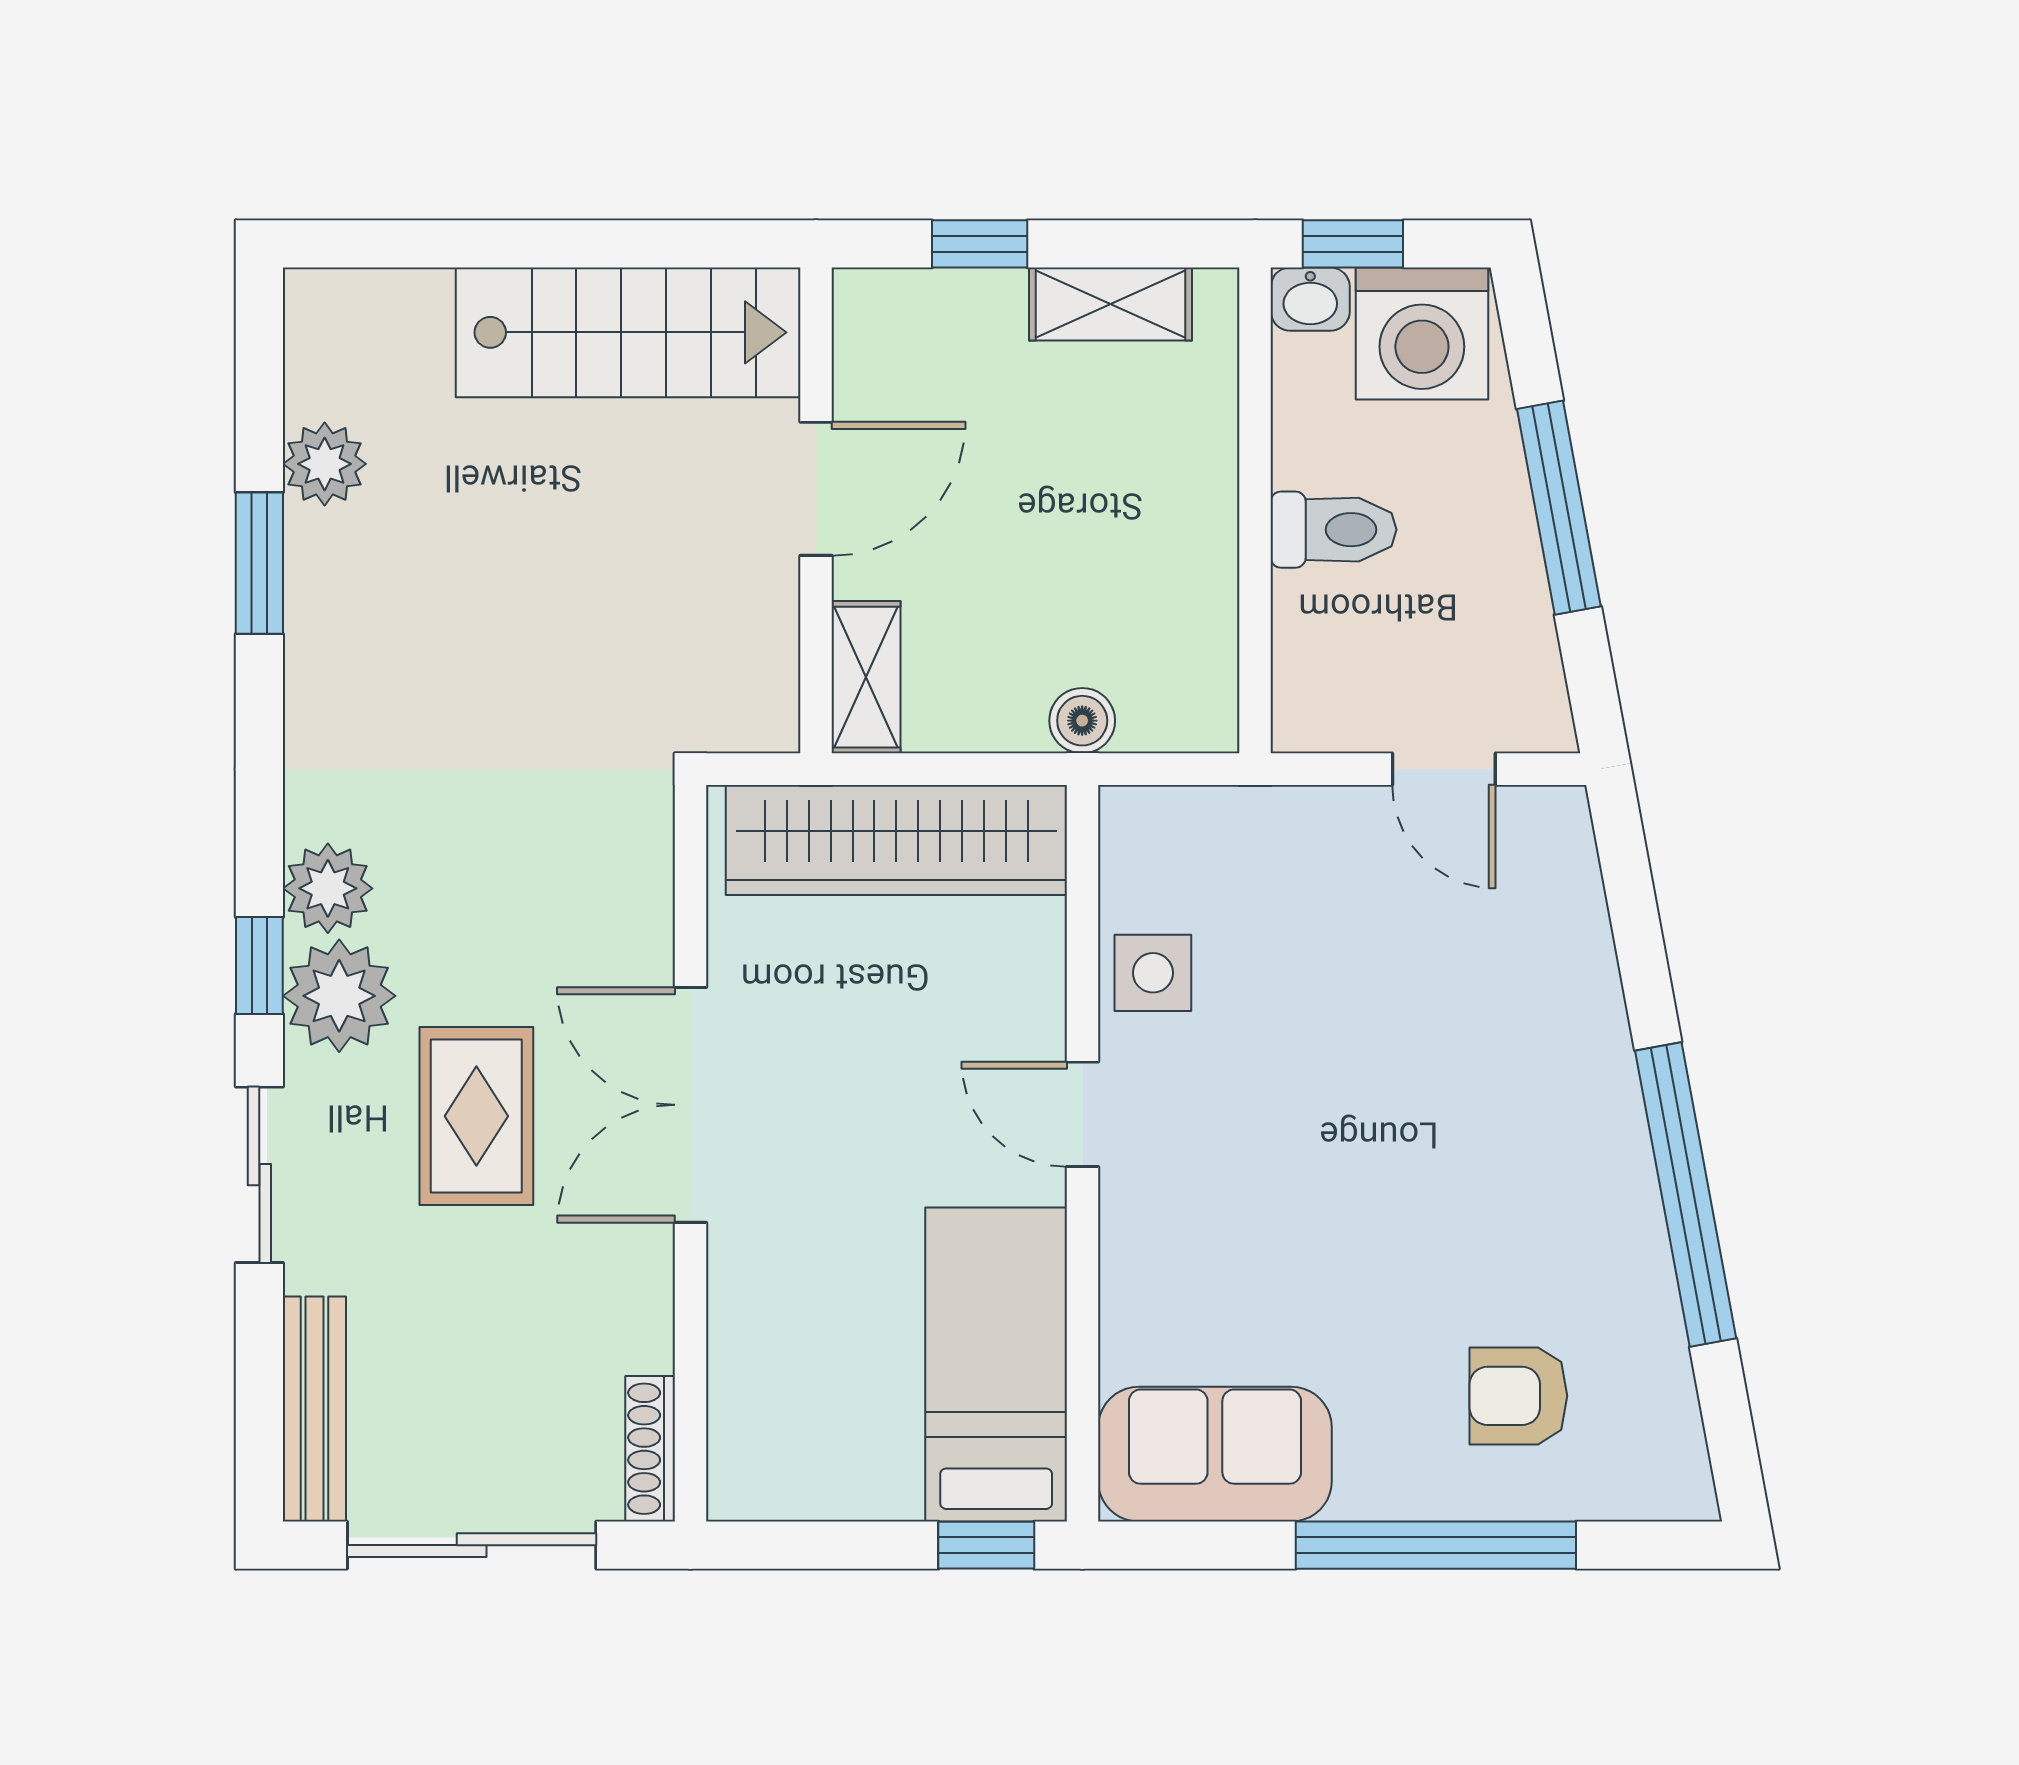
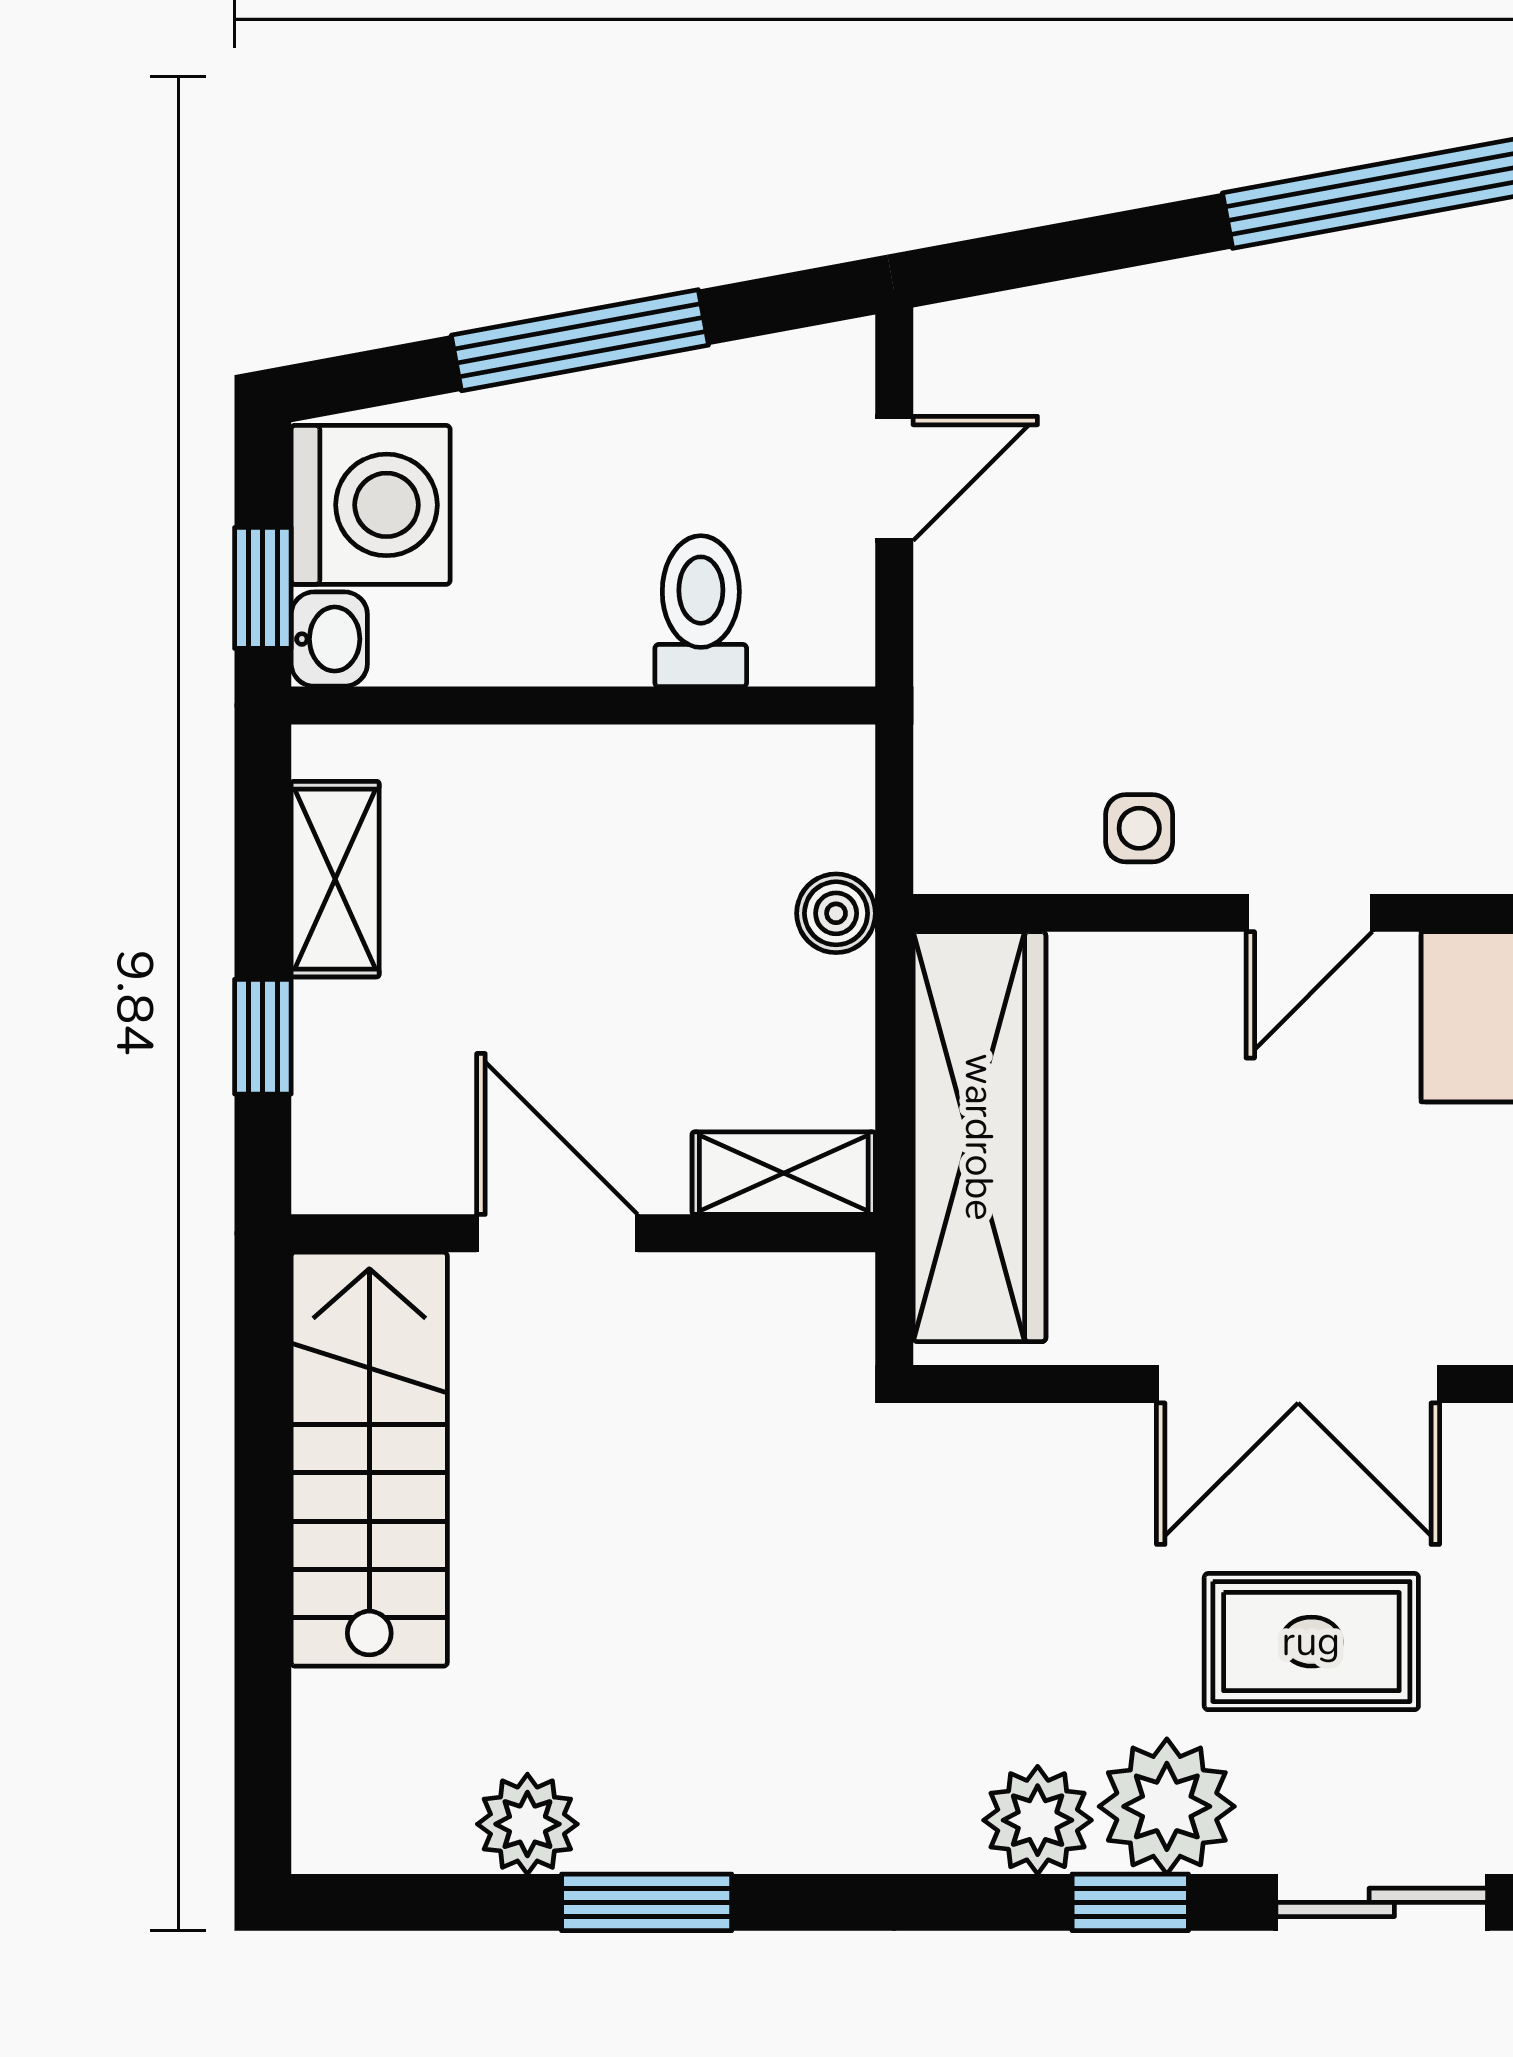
toilet: (1333, 530) -> (701, 611), moved
side table: (1153, 973) -> (1139, 828), width x0.73, depth x0.73

